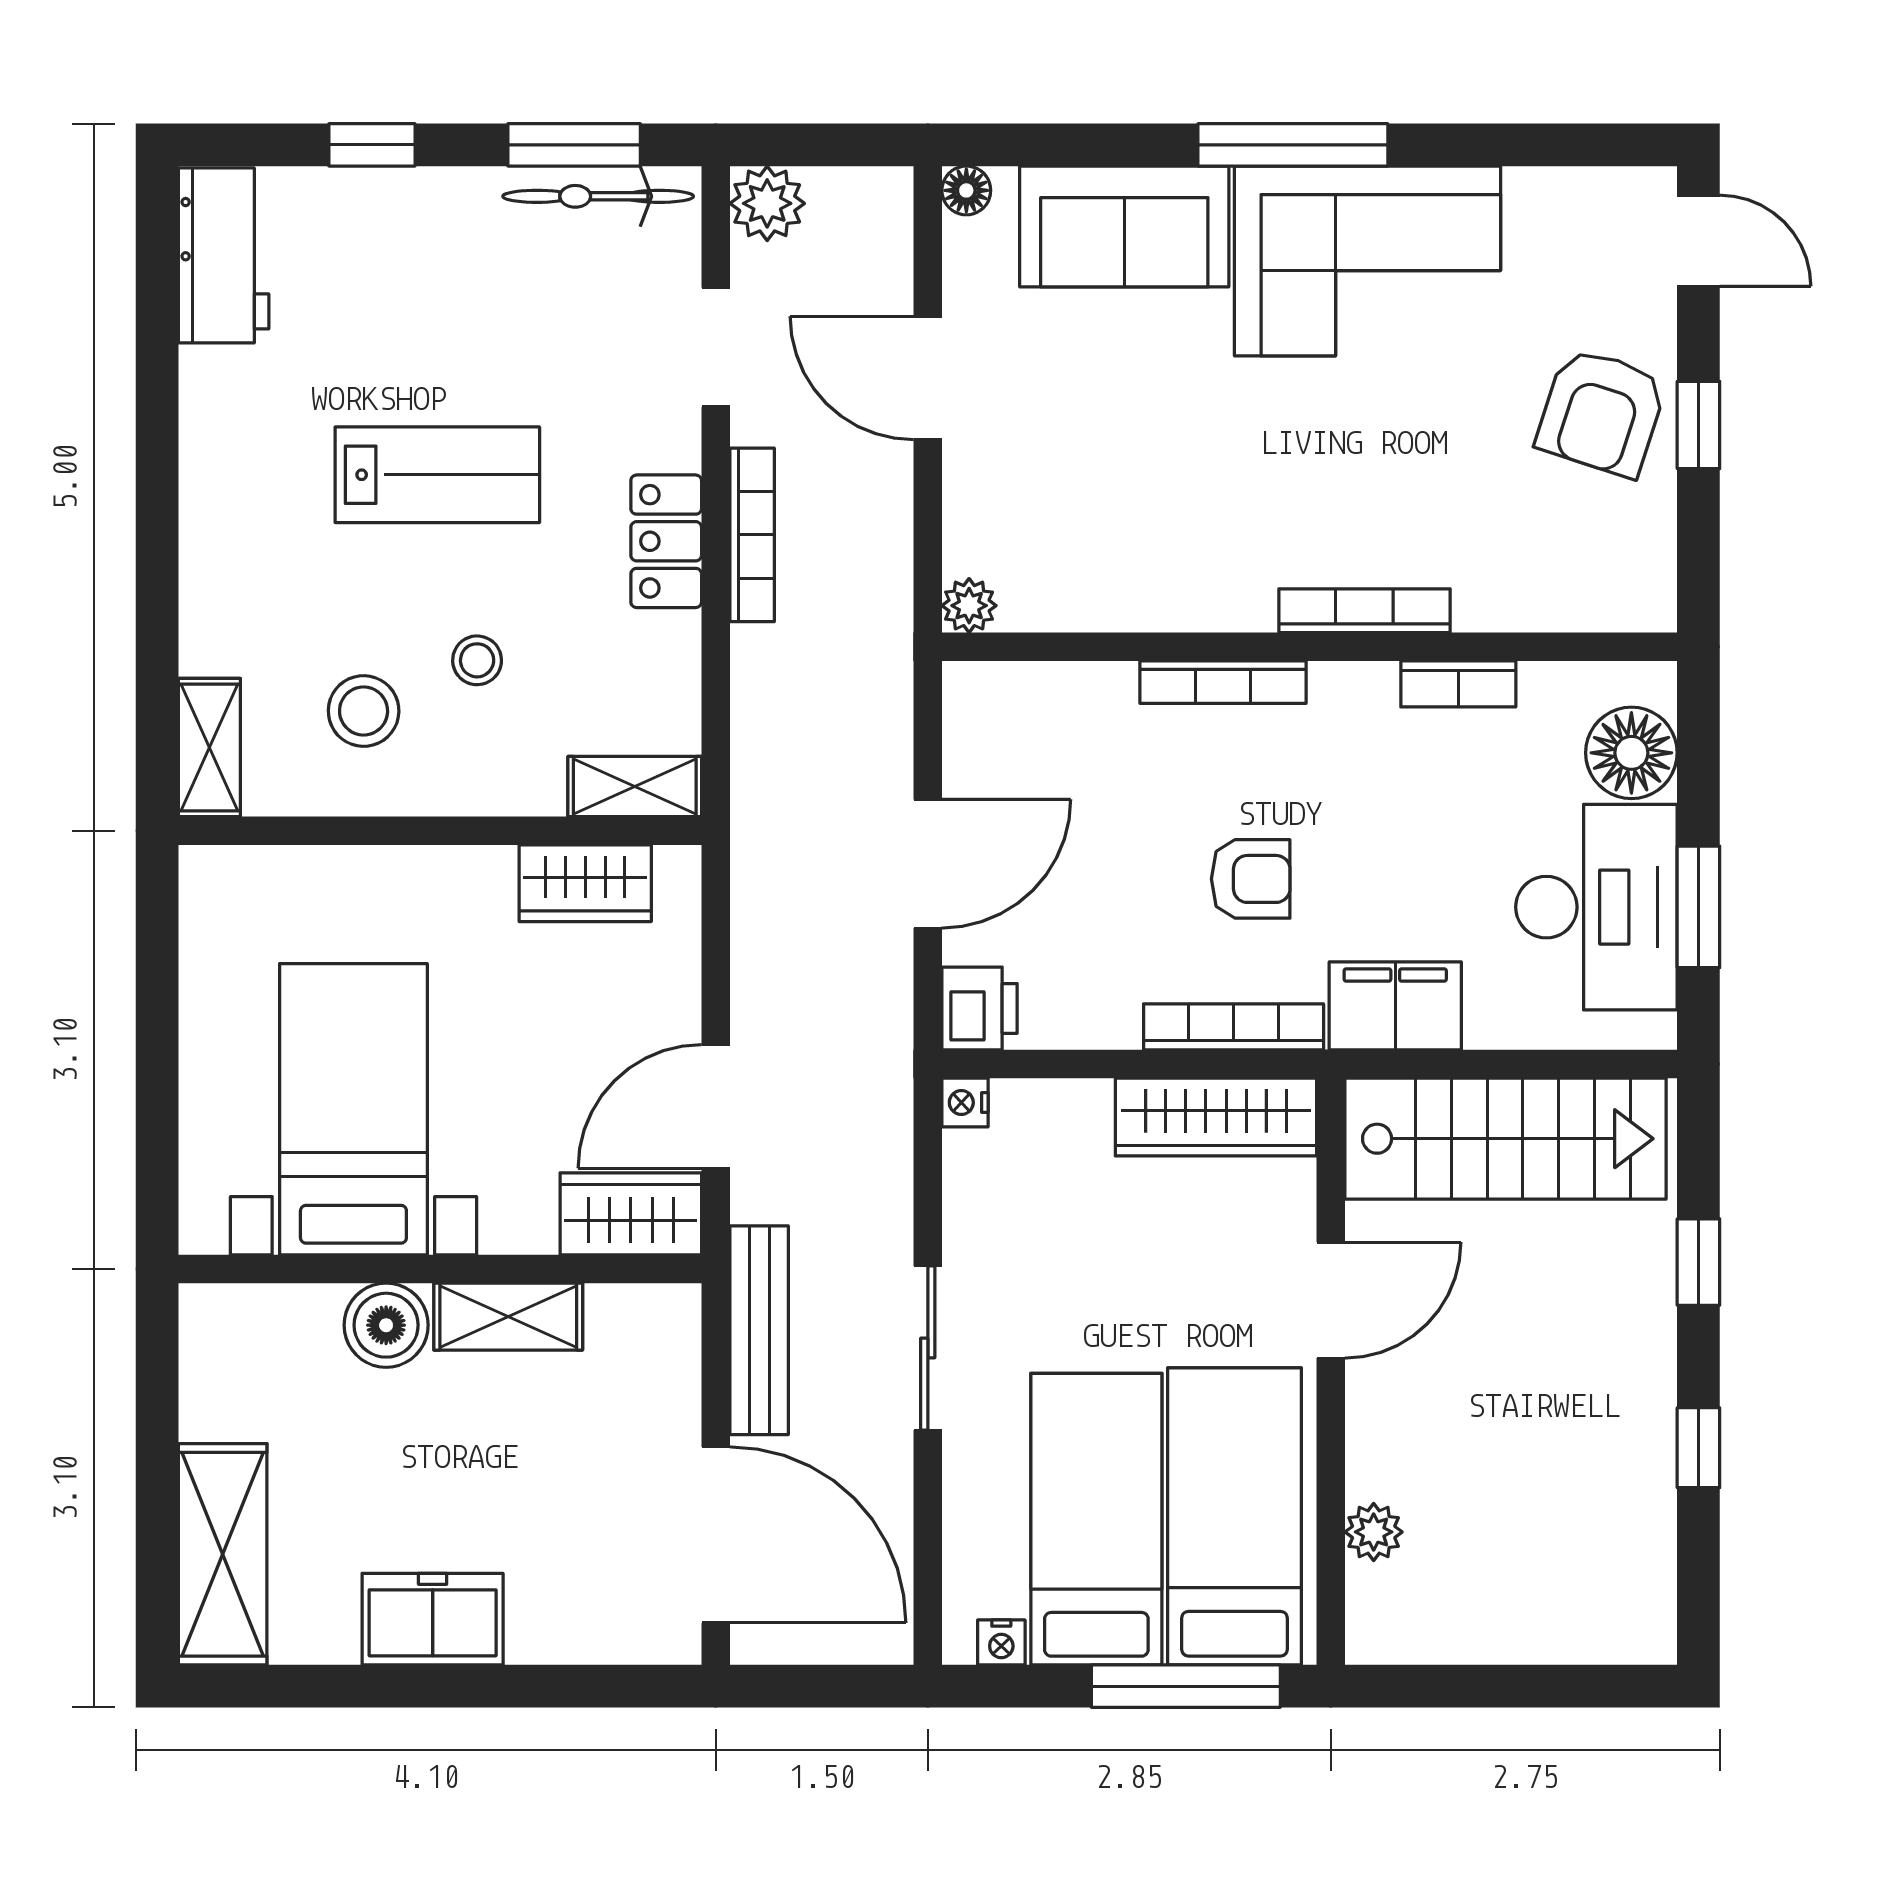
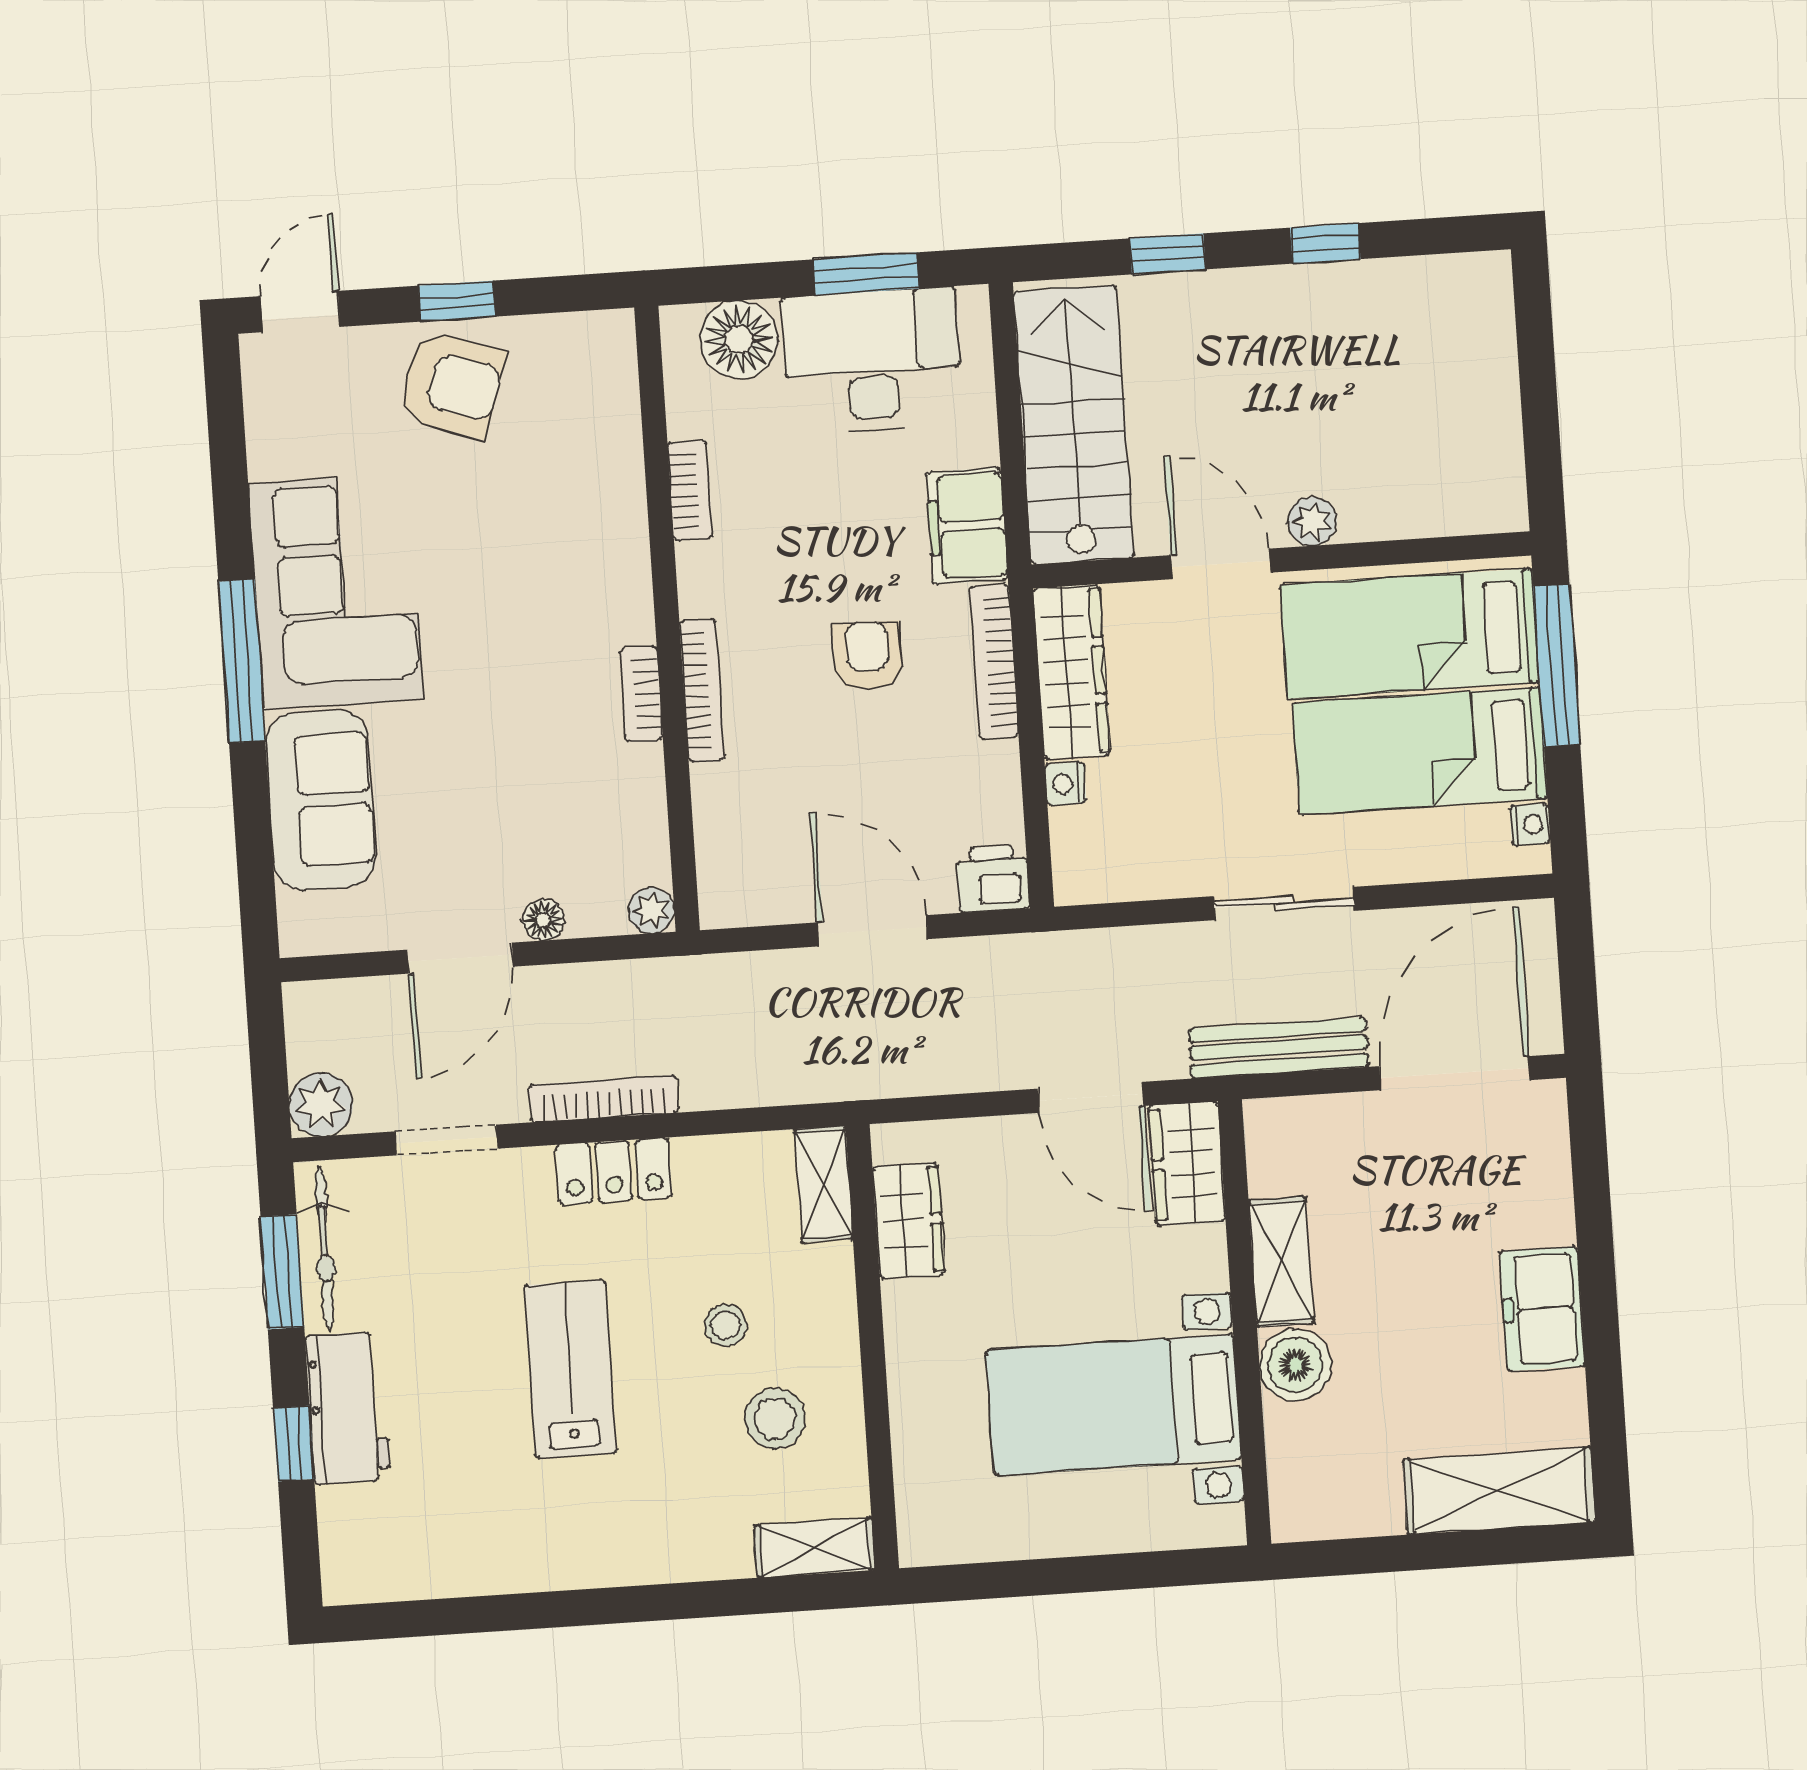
floor lamp: (966, 190) -> (543, 920), moved
workbench: (224, 255) -> (348, 1408), moved, turned 90
bookcase: (1364, 611) -> (641, 694), moved, width x0.64
nightstand: (965, 1103) -> (1066, 784), moved, turned 90
plant: (1374, 1532) -> (1312, 521), moved

